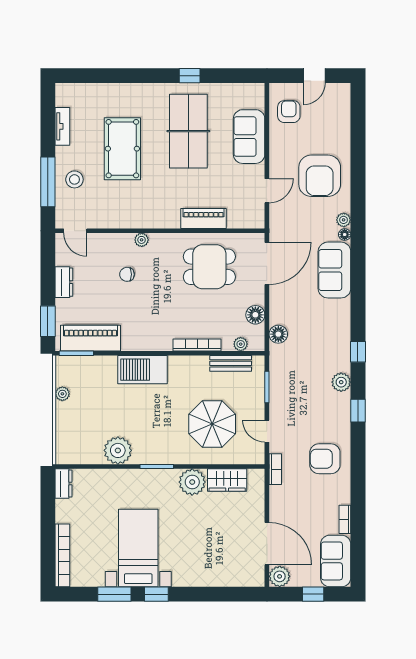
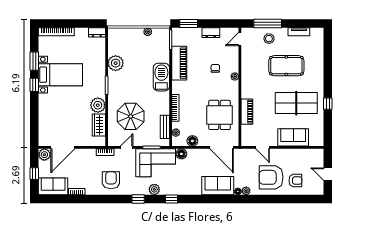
armchair: (289, 112) -> (295, 181), moved
piano: (90, 338) -> (179, 63), moved
corner sofa: (294, 380) -> (156, 163), added

